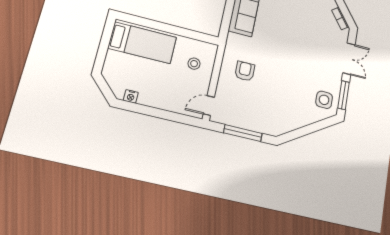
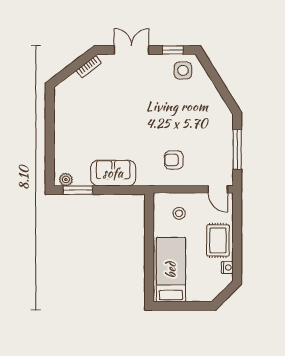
rug: (160, 94) -> (218, 240), added
window: (344, 95) -> (173, 50), width x0.67

